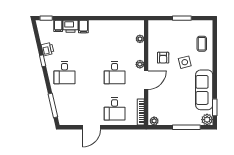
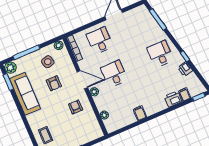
filing cabinet: (83, 27) -> (140, 113), moved
side table: (185, 62) -> (48, 62), moved
door: (146, 80) -> (82, 80), swing flipped
armchair: (174, 88) -> (54, 83), added

